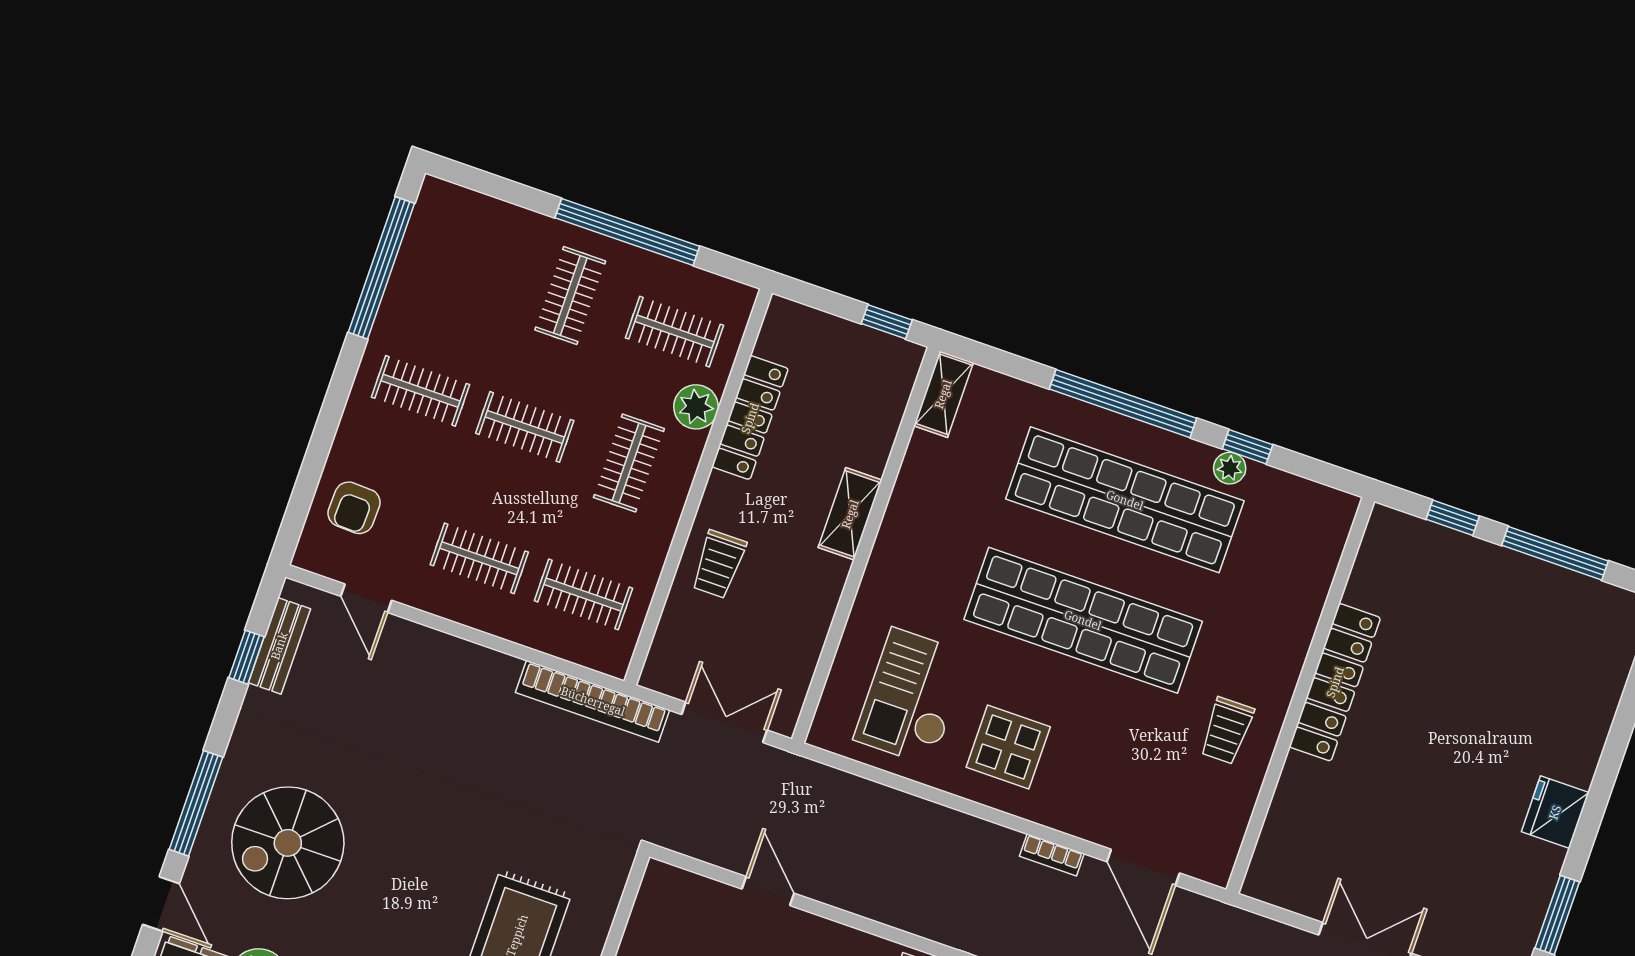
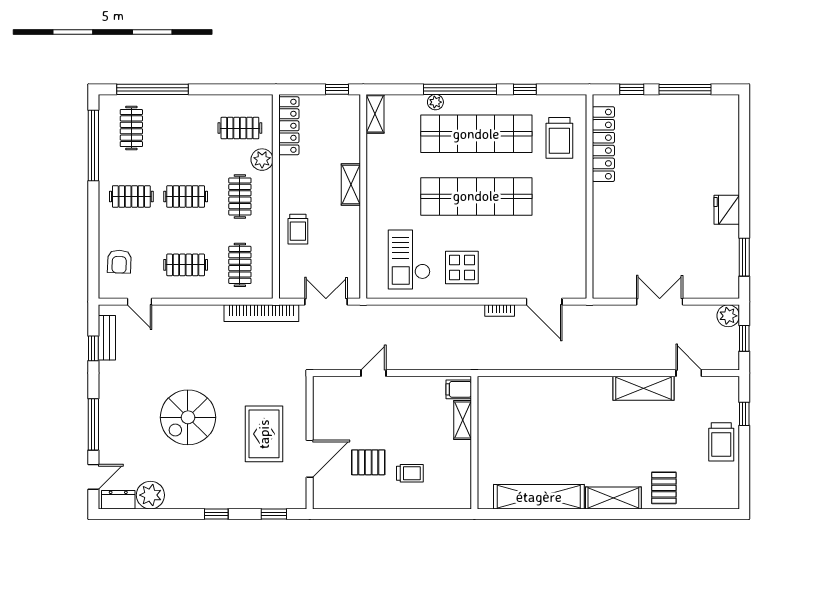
window: (627, 232) -> (152, 89), moved
clothes rail: (570, 296) -> (131, 128), moved
locker: (750, 418) -> (289, 126), moved
plant: (1230, 468) -> (435, 102), moved
clothes rail: (583, 594) -> (240, 265), turned 90
locker: (1335, 682) -> (603, 144), moved
trolley: (1227, 731) -> (559, 138), moved, width x1.36, depth x1.39
spiral stairs: (288, 843) -> (188, 417), moved
door: (768, 891) -> (373, 373), hinge flipped
door: (161, 904) -> (93, 477), hinge flipped

